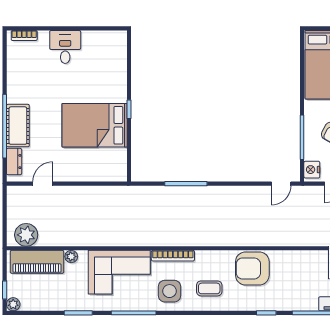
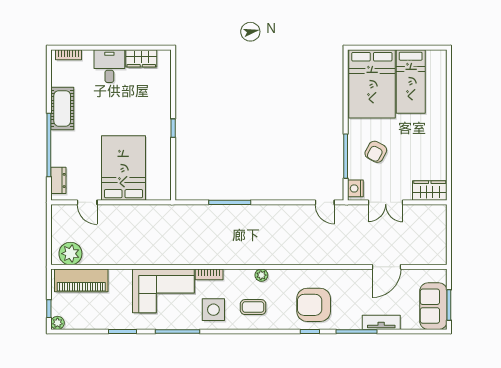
wardrobe: (97, 39) -> (141, 58), added
bed: (95, 125) -> (123, 168), moved, turned 90
cot: (18, 126) -> (62, 108), moved
door: (43, 184) -> (87, 202), swing flipped
door: (281, 184) -> (325, 202), hinge flipped
bookcase: (173, 256) -> (209, 274), width x0.64
plant: (71, 257) -> (261, 275), moved
armchair: (252, 268) -> (314, 305), moved

